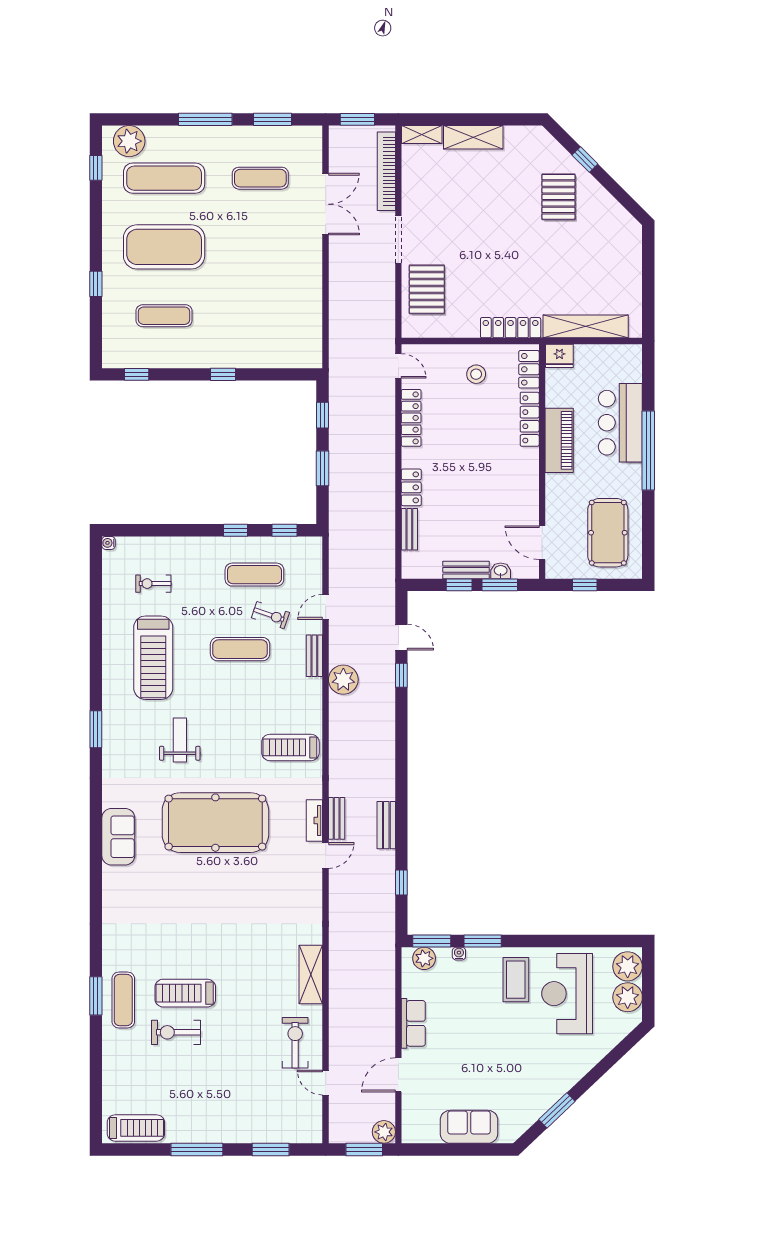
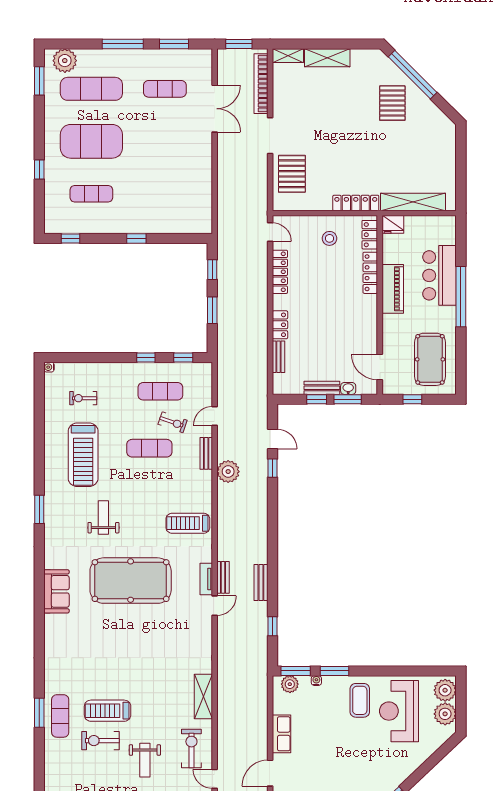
window: (585, 159) -> (413, 75), width x3.17
window: (96, 168) -> (39, 81), width x1.50
weight bench: (234, 1058) -> (145, 760), added

